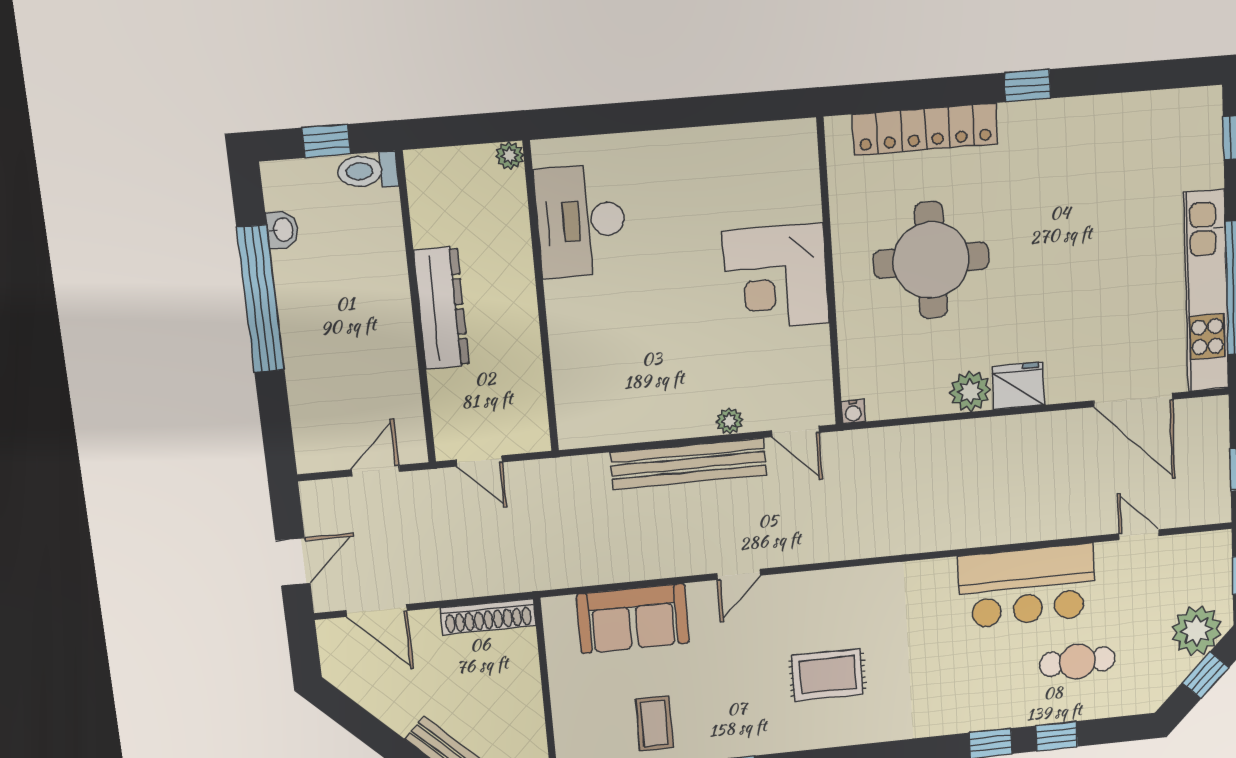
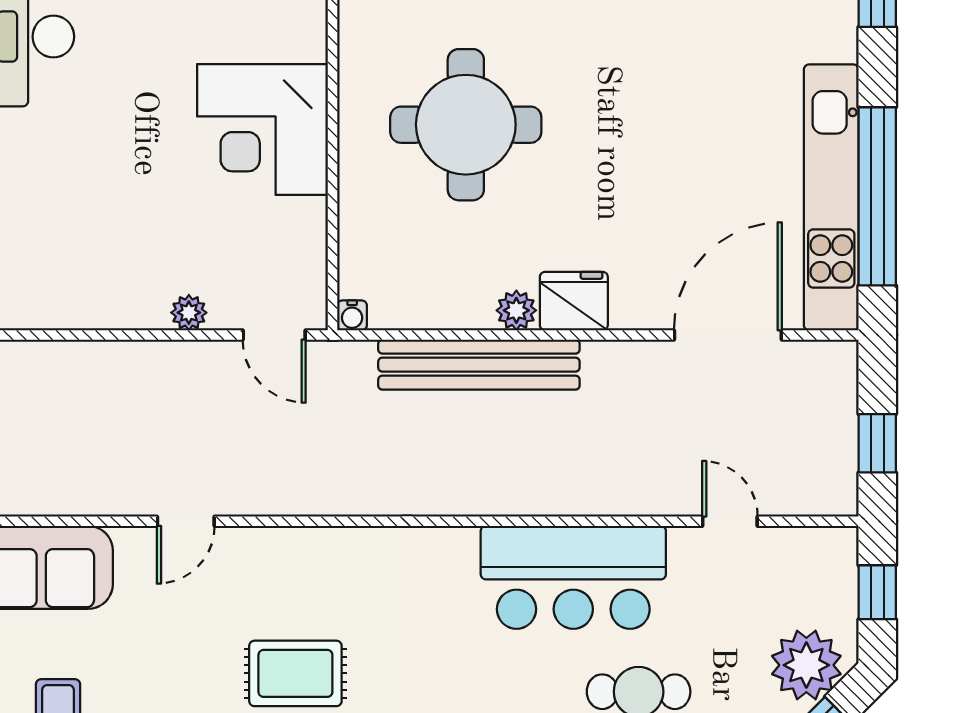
plant: (970, 391) -> (516, 310), width x0.73, depth x0.73
door: (1133, 400) -> (728, 335), swing flipped
bench: (689, 464) -> (479, 365), moved

